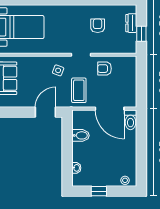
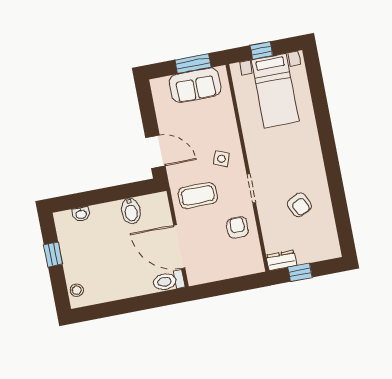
dresser: (131, 23) -> (282, 260), moved
armchair: (98, 26) -> (299, 205), turned 64
door: (110, 109) -> (179, 247), hinge flipped

